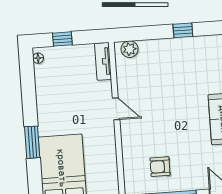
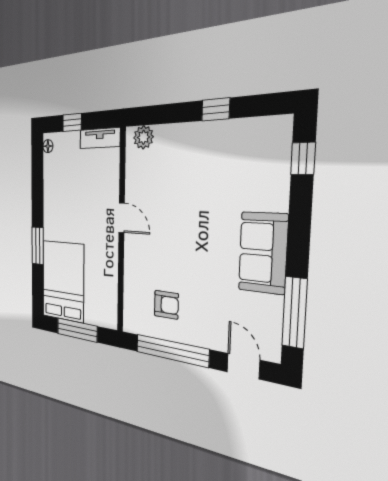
tv unit: (103, 61) -> (100, 138), moved, turned -90
armchair: (160, 167) -> (166, 305), turned 180

